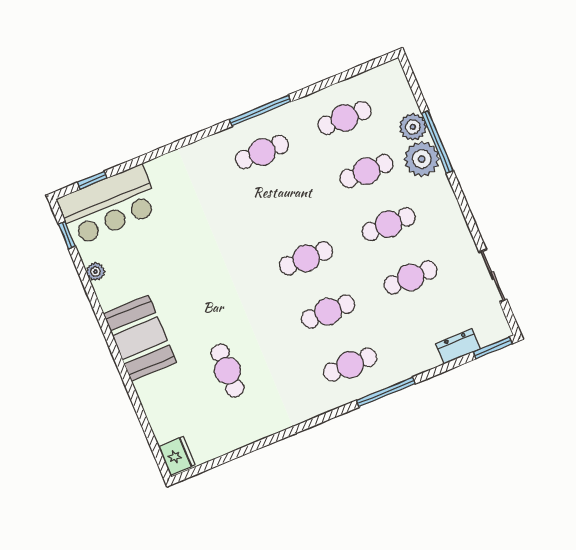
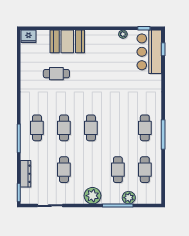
plant: (422, 159) -> (93, 196), moved
cafe table: (389, 224) -> (91, 170), removed
booth: (140, 338) -> (67, 41), moved
dresser: (458, 346) -> (26, 174), width x1.44

